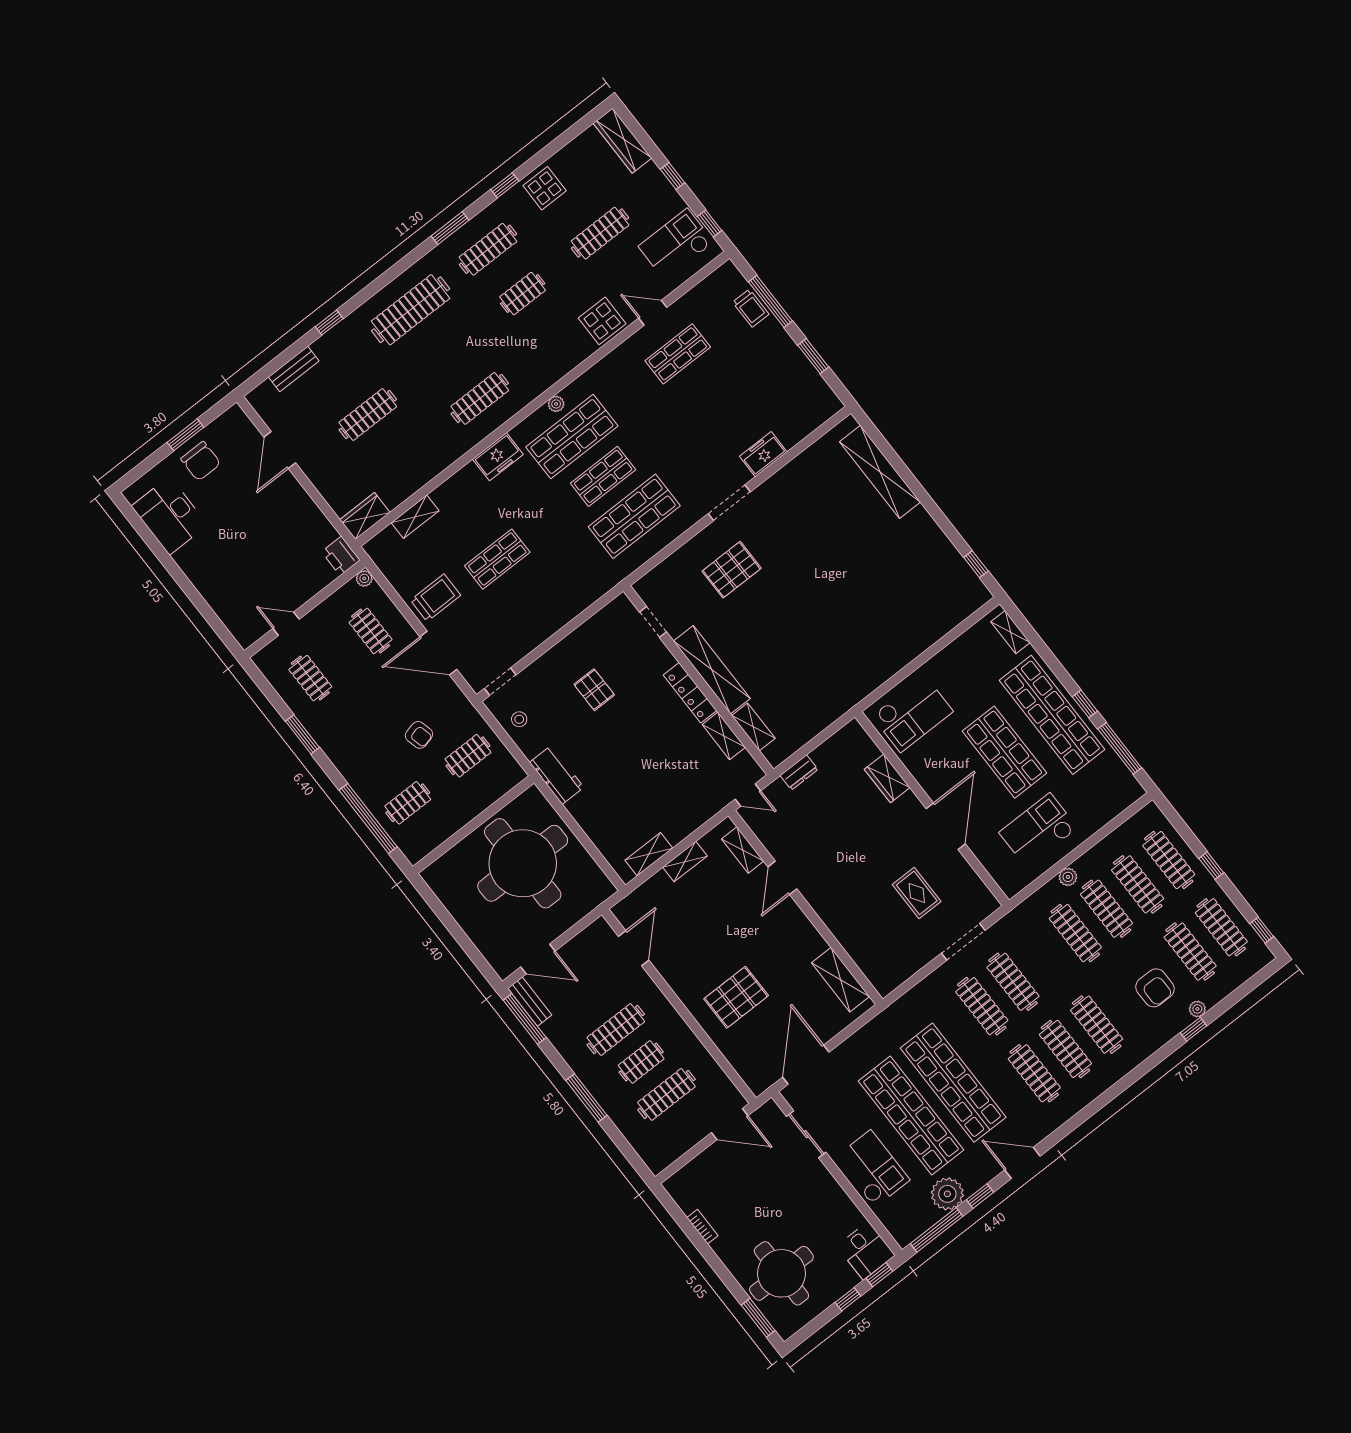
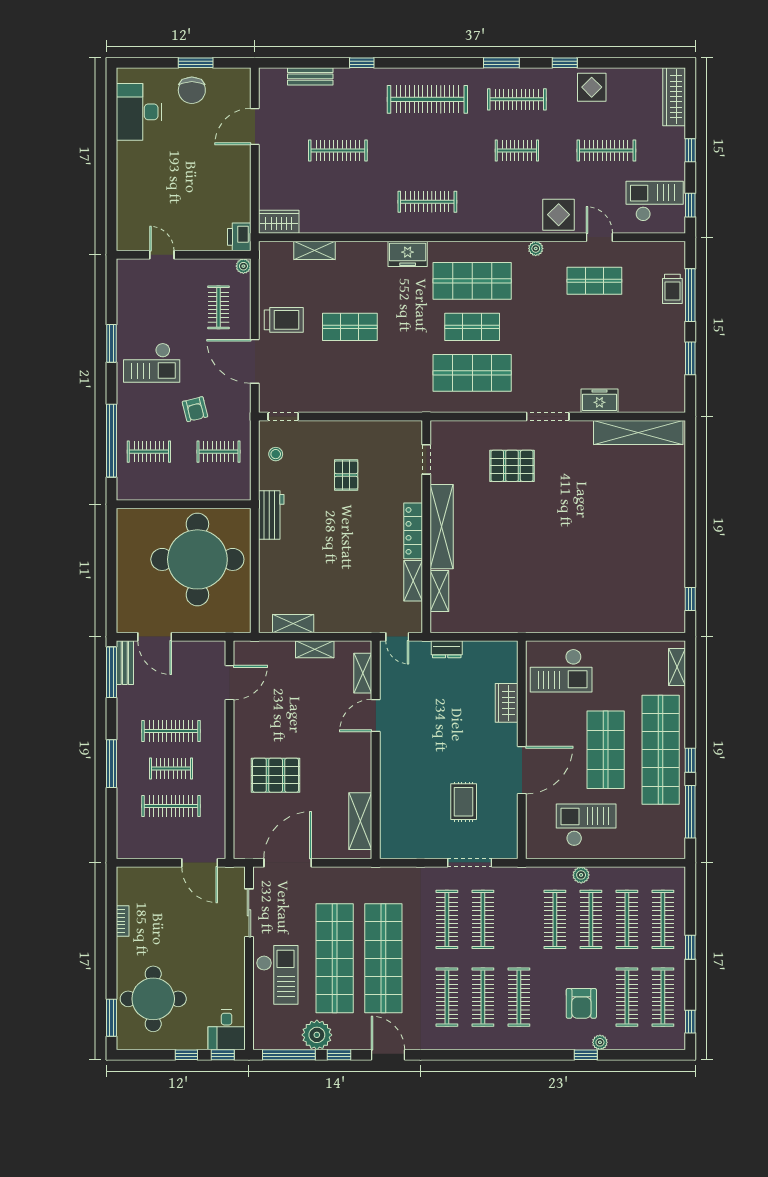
plant: (556, 404) -> (536, 248), moved
shelving: (880, 472) -> (638, 433), moved, turned 90
clothes rail: (310, 678) -> (149, 307), removed
checkout: (350, 724) -> (152, 363), added

